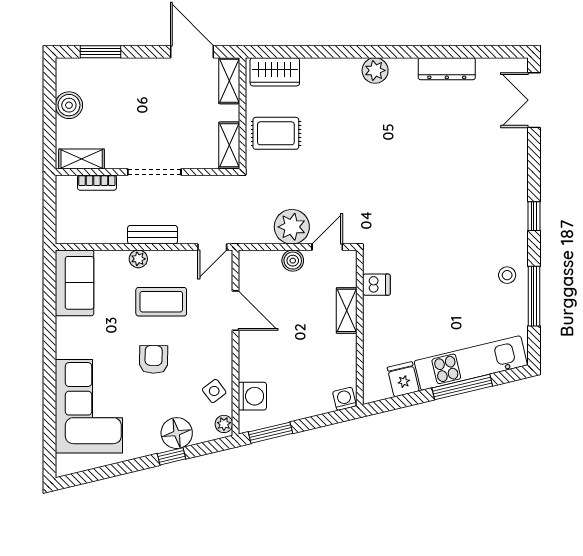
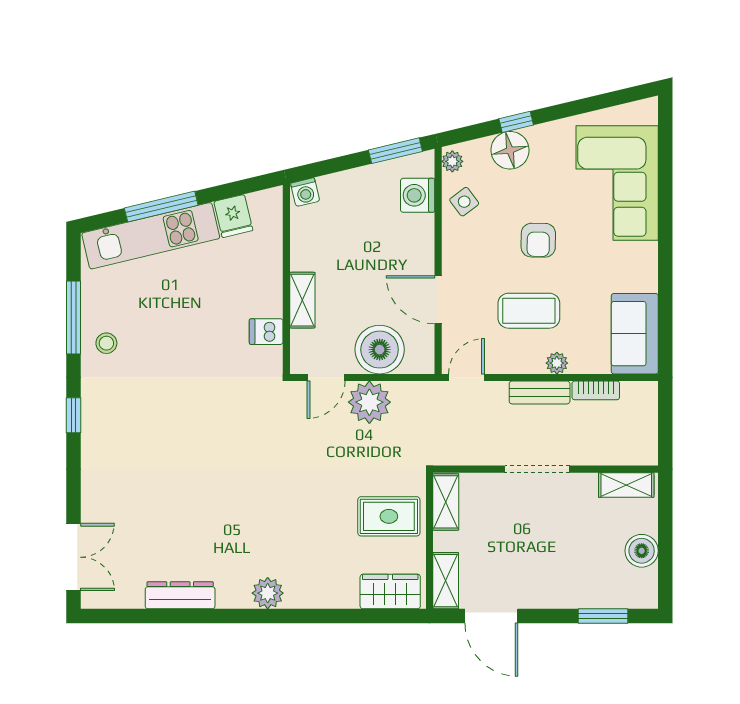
bookcase: (97, 183) -> (596, 390), moved, turned 180
boiler: (293, 261) -> (380, 350), width x1.86, depth x1.86

